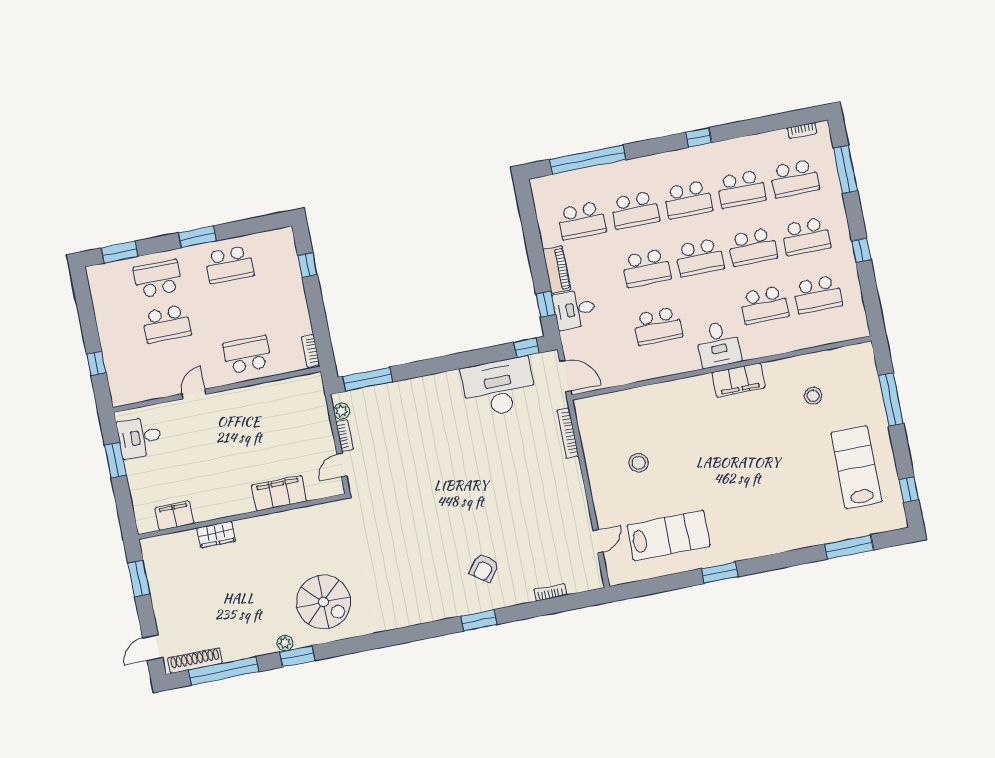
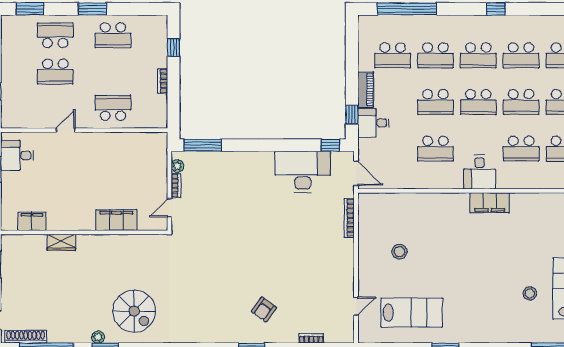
bookcase: (310, 351) -> (163, 81), moved
stool: (813, 396) -> (530, 293), moved

